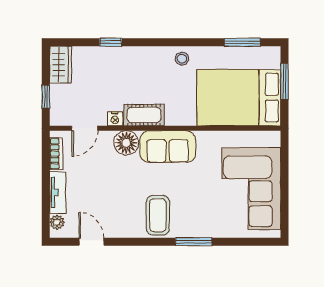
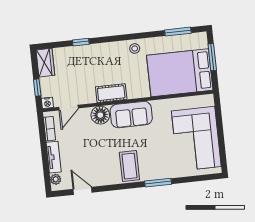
nightstand: (115, 119) -> (47, 103), moved

